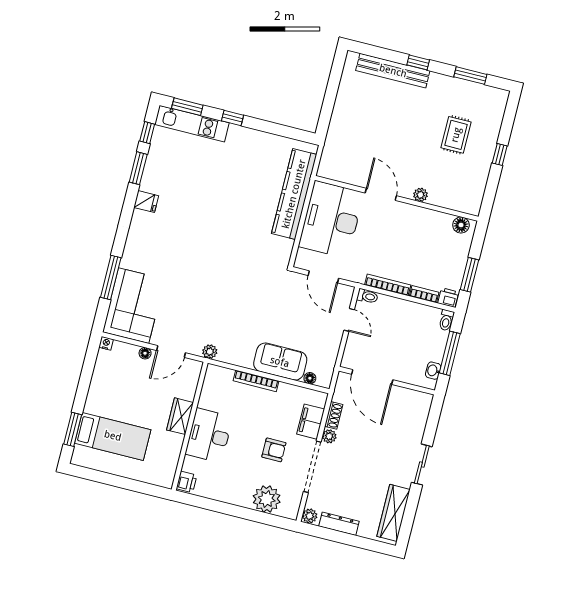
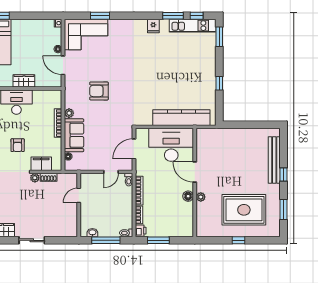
window: (233, 118) -> (219, 83), moved
kitchen unit: (192, 124) -> (193, 26), moved, turned -90
rug: (456, 135) -> (244, 210), width x1.86, depth x2.06
door: (381, 194) -> (195, 172), swing flipped
floor lamp: (461, 225) -> (188, 196), moved
window: (111, 277) -> (100, 16), width x0.69
armchair: (223, 307) -> (99, 91), added
plant: (210, 352) -> (69, 113), moved
door: (372, 377) -> (79, 195), width x0.53

